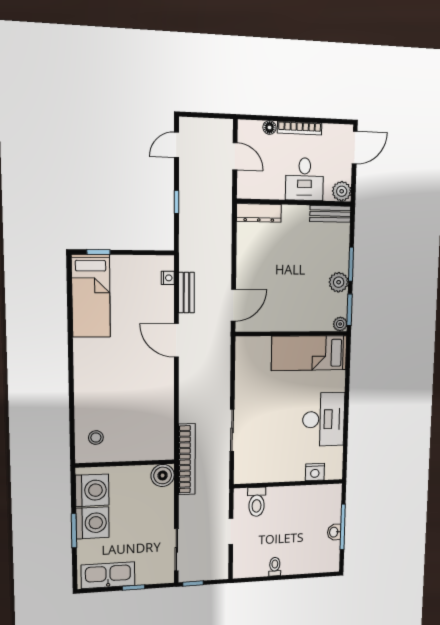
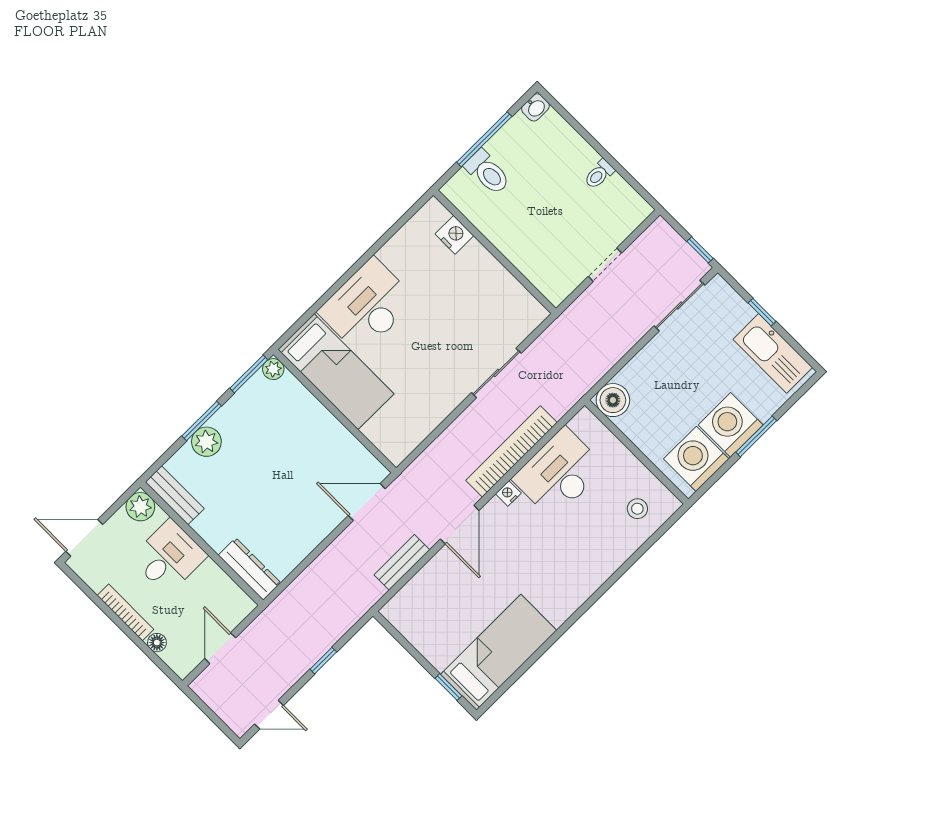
nightstand: (168, 278) -> (508, 493), moved
plant: (339, 282) -> (206, 442), moved
desk: (153, 415) -> (559, 473), added
desk: (324, 419) -> (367, 306), moved
bookcase: (187, 459) -> (511, 451), moved
toilet: (257, 502) -> (488, 172), moved, turned 90
washbasin: (334, 532) -> (535, 107), moved

